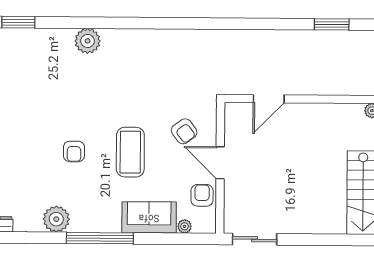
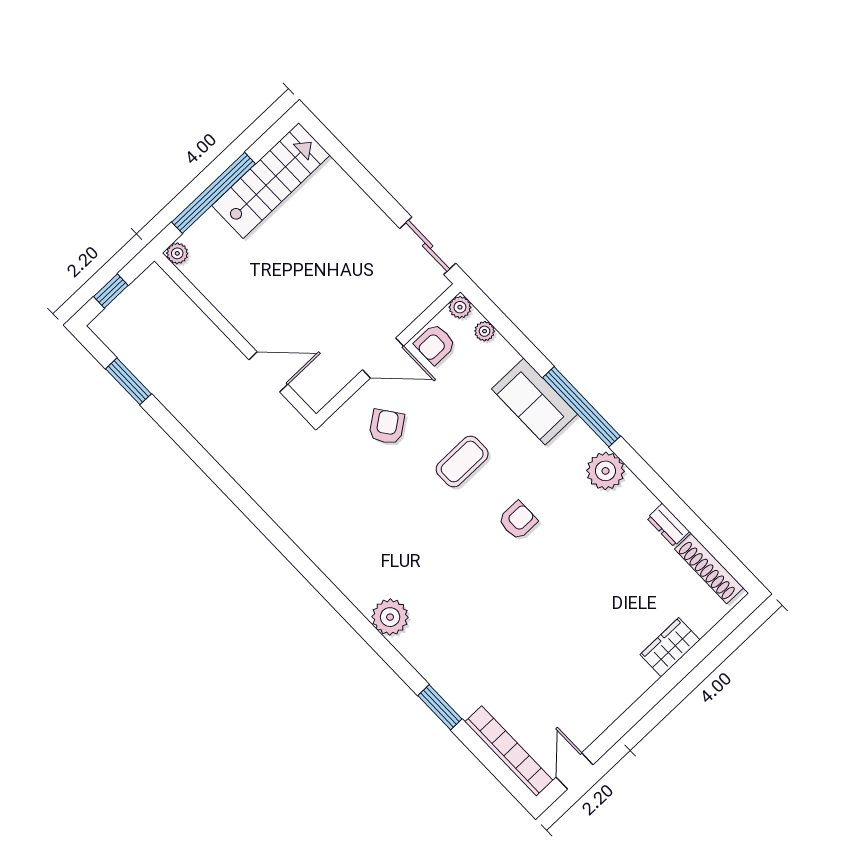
coffee table: (130, 152) -> (462, 461), width x0.73, depth x0.76
door: (220, 163) -> (383, 358), hinge flipped
sofa: (149, 217) -> (535, 402), moved
plant: (208, 226) -> (460, 307), added

